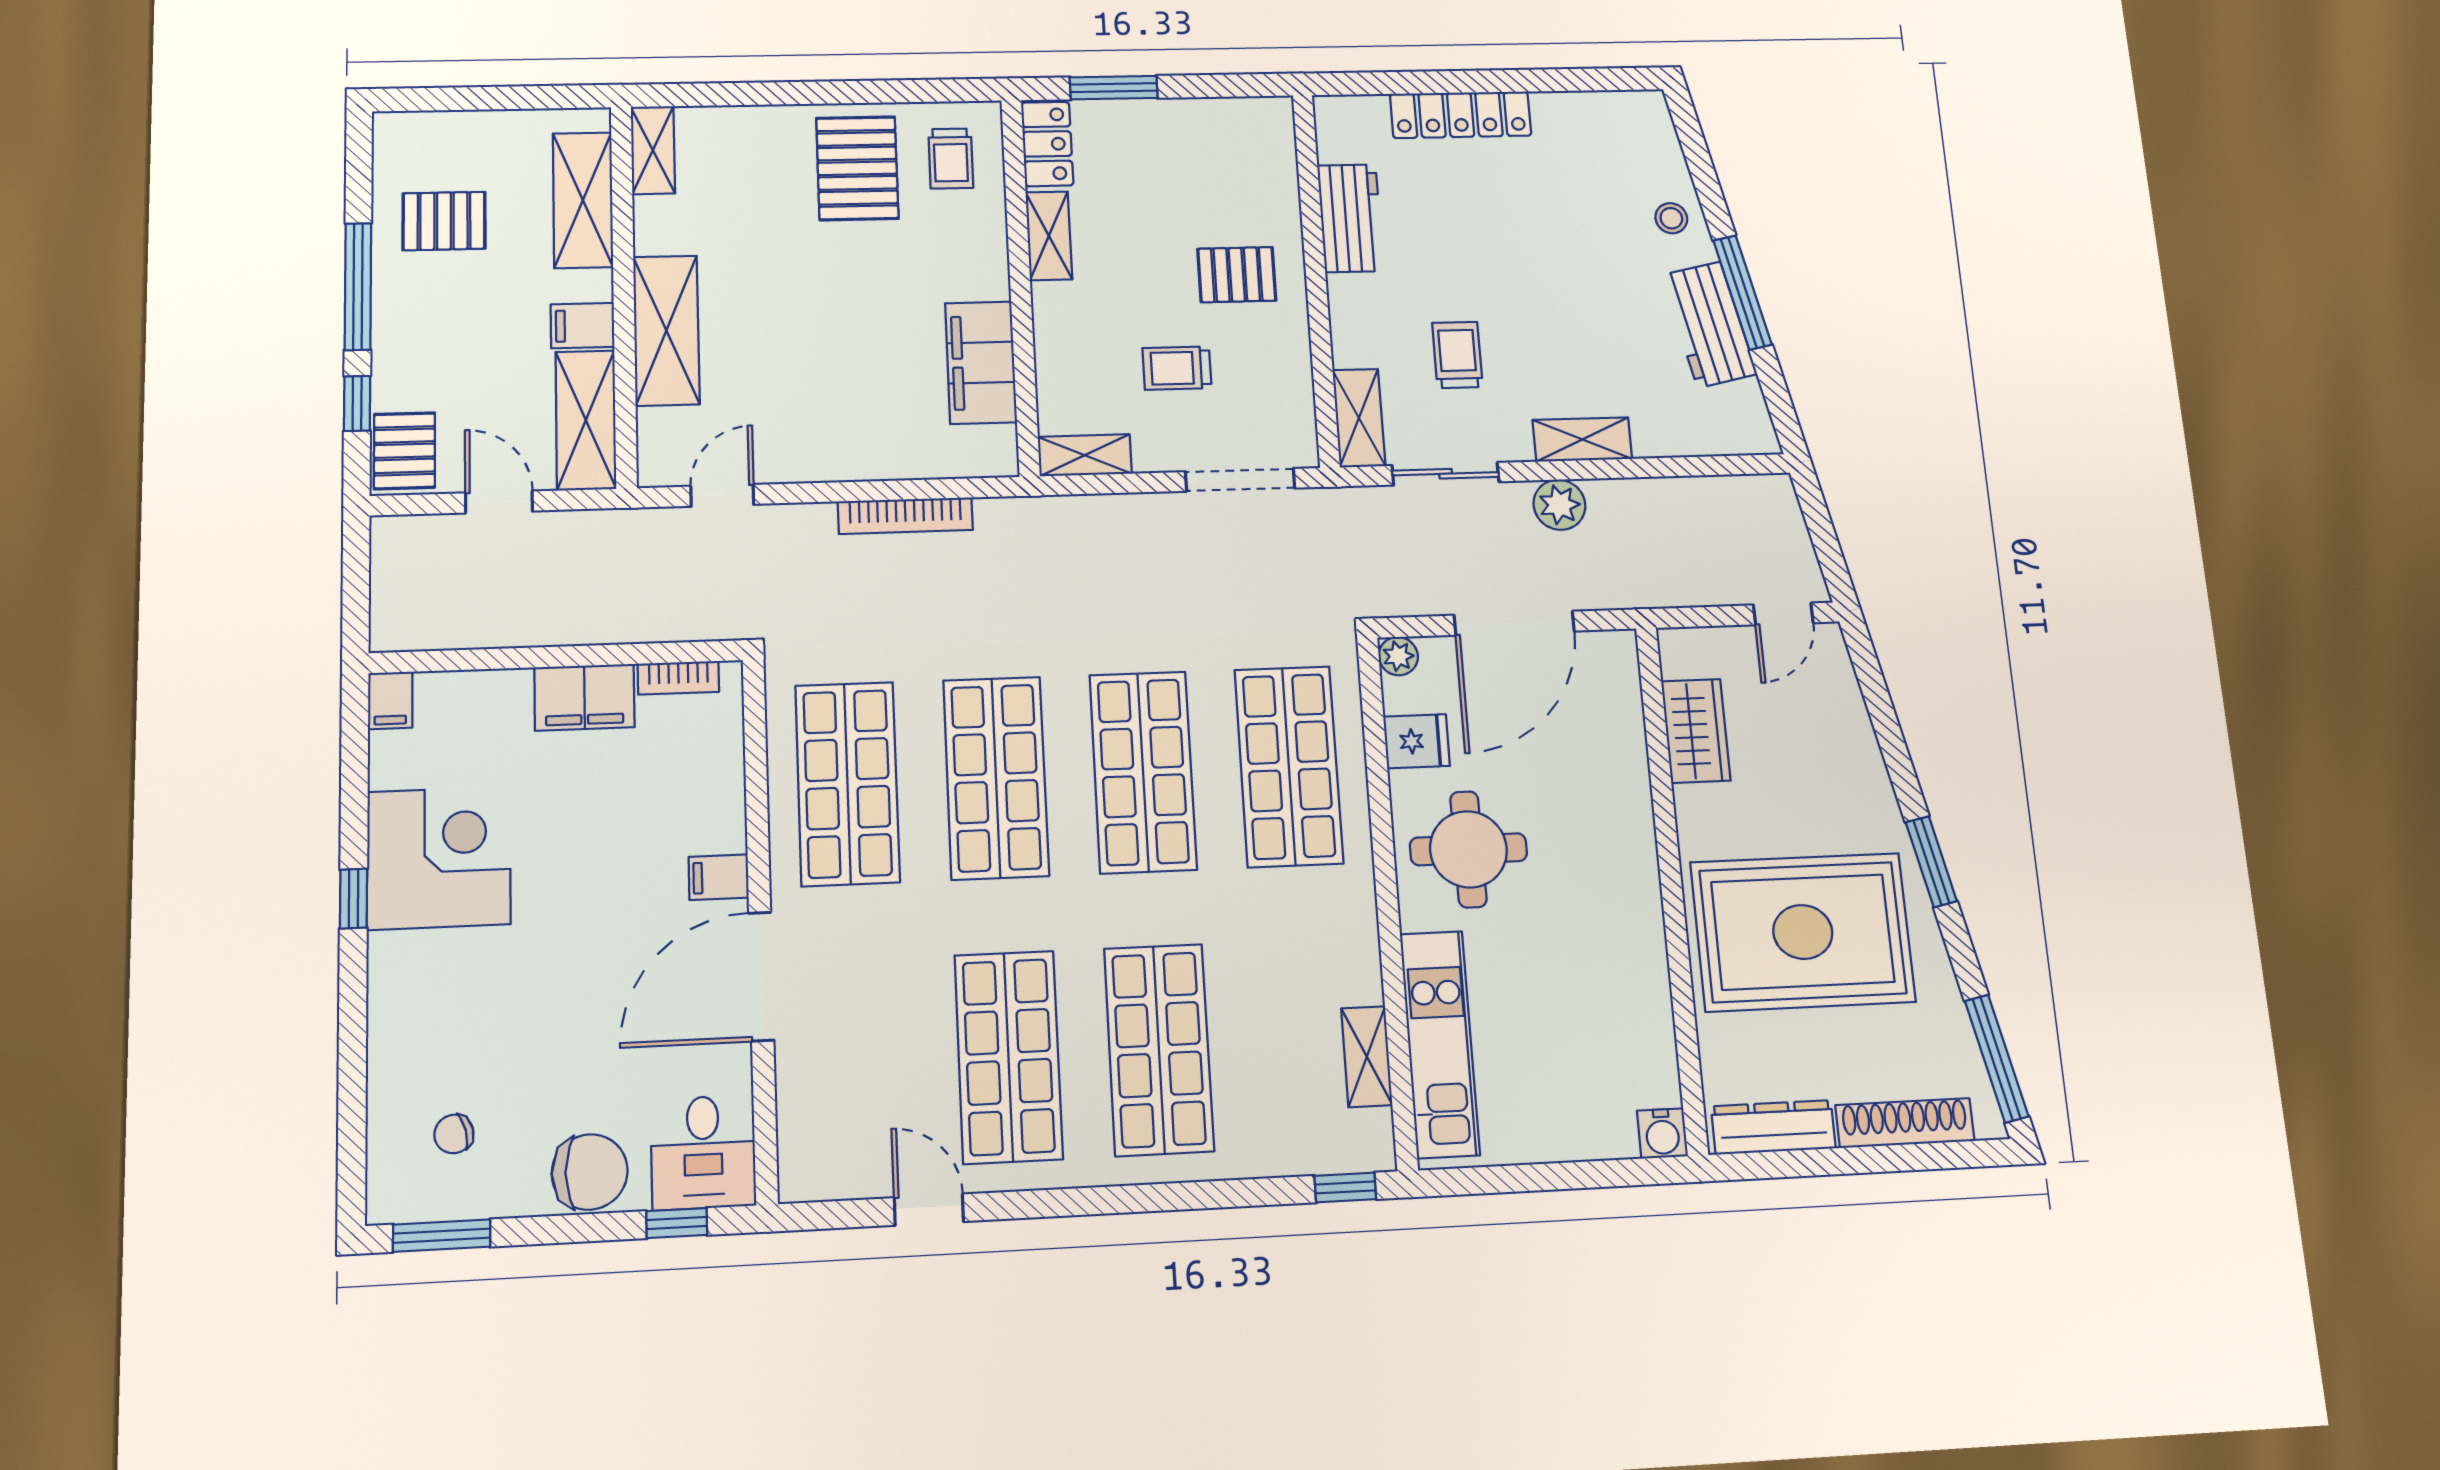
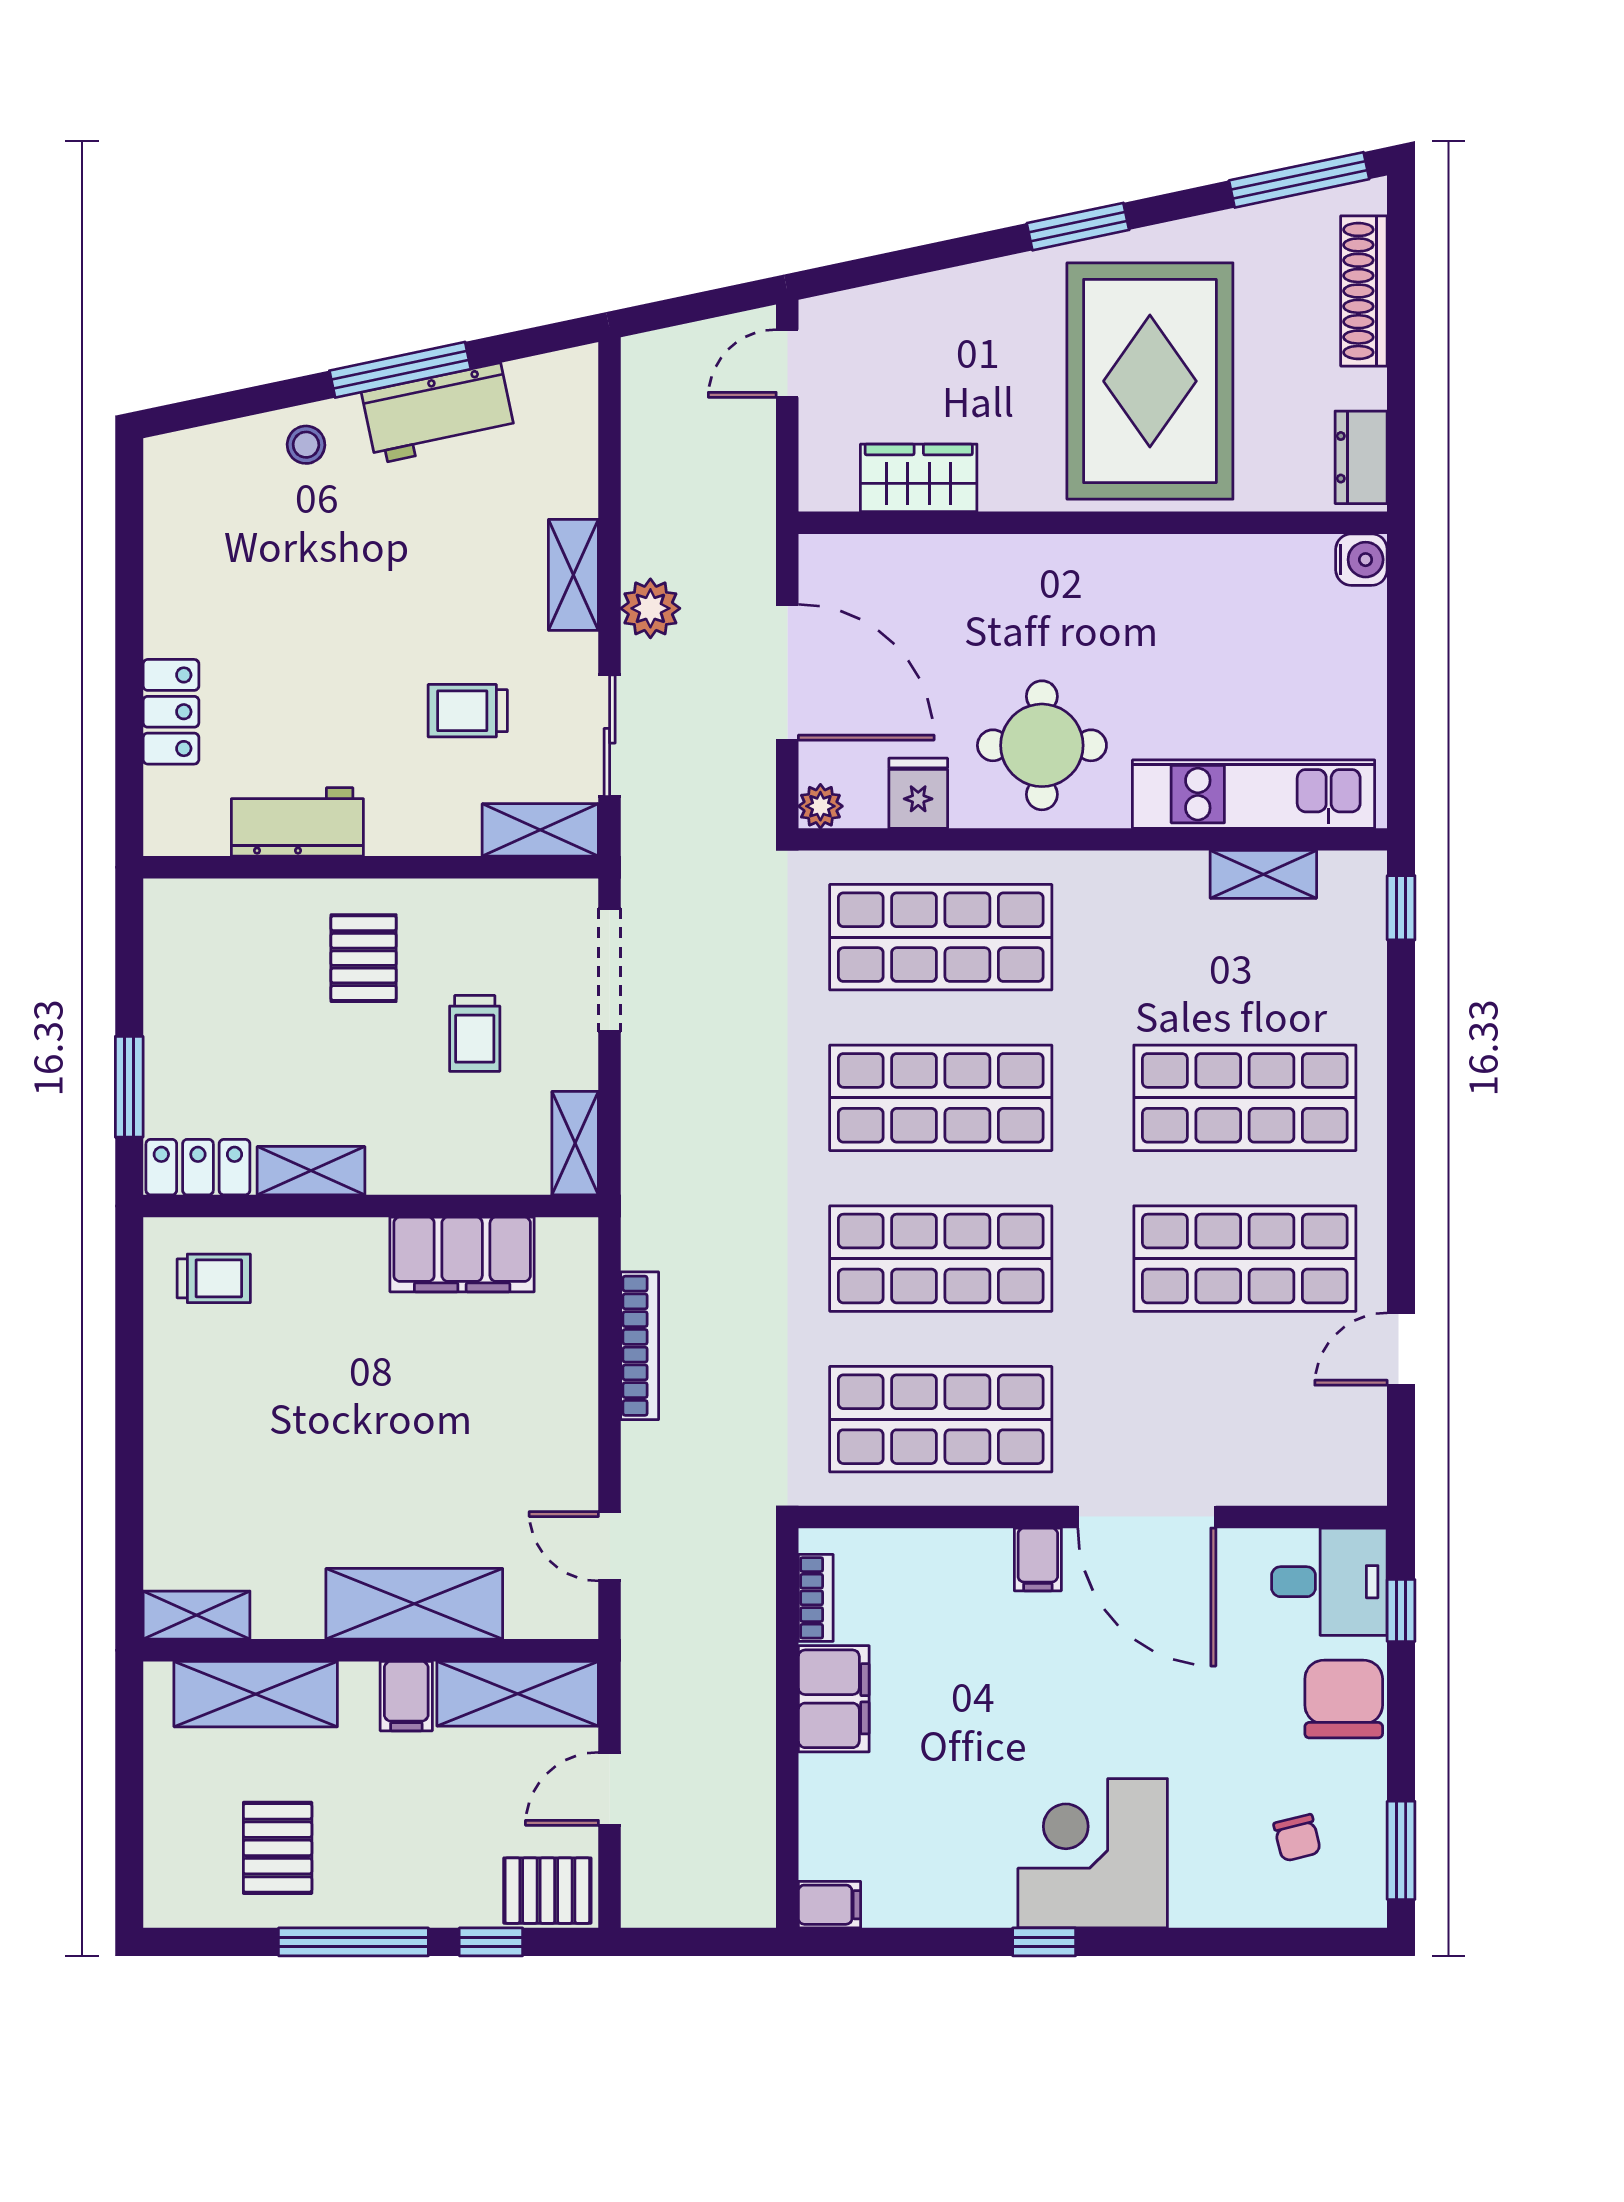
locker: (1461, 115) -> (171, 712), width x0.66
pallet: (857, 168) -> (223, 1385), removed
door: (1783, 614) -> (787, 363), swing flipped
corner desk: (439, 858) -> (1093, 1853), moved
dresser: (1773, 1127) -> (1361, 457), width x0.70

